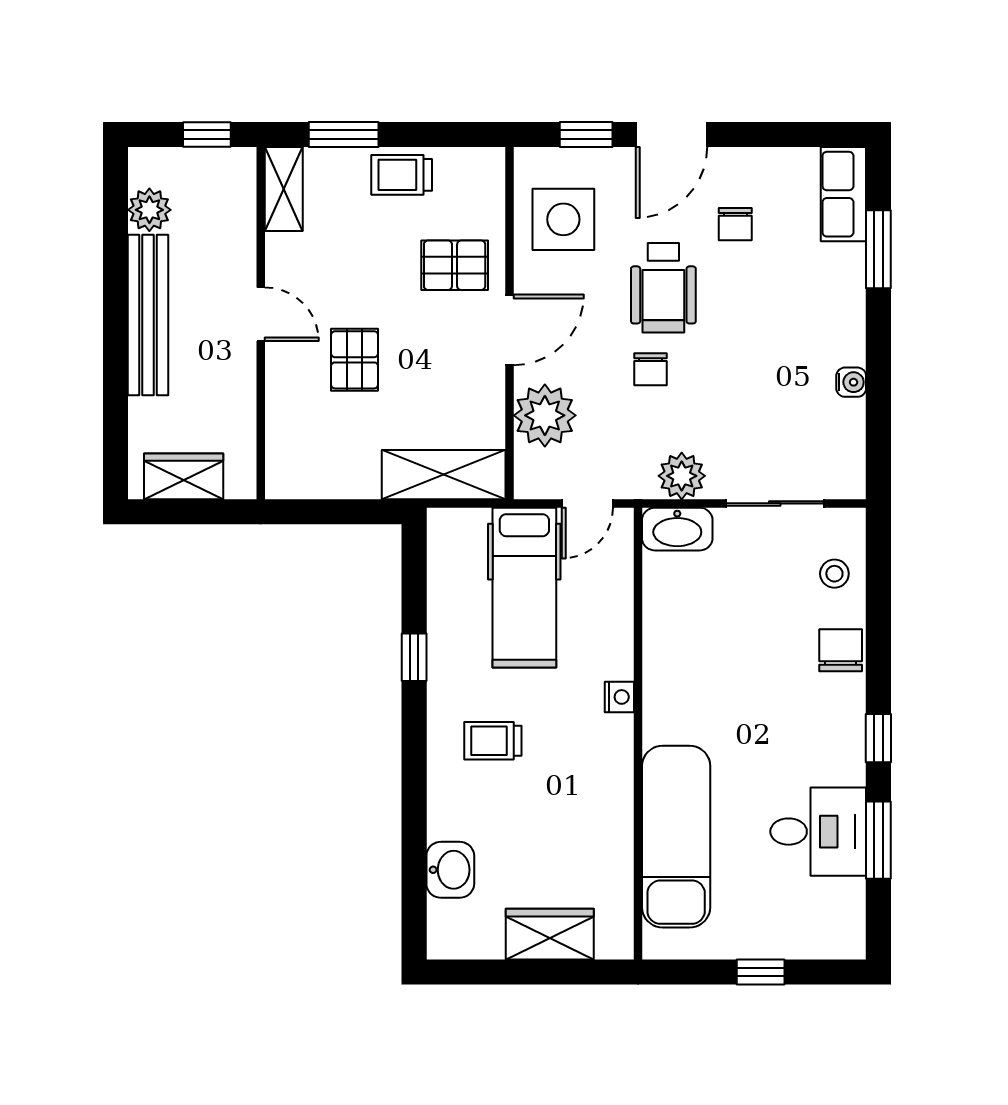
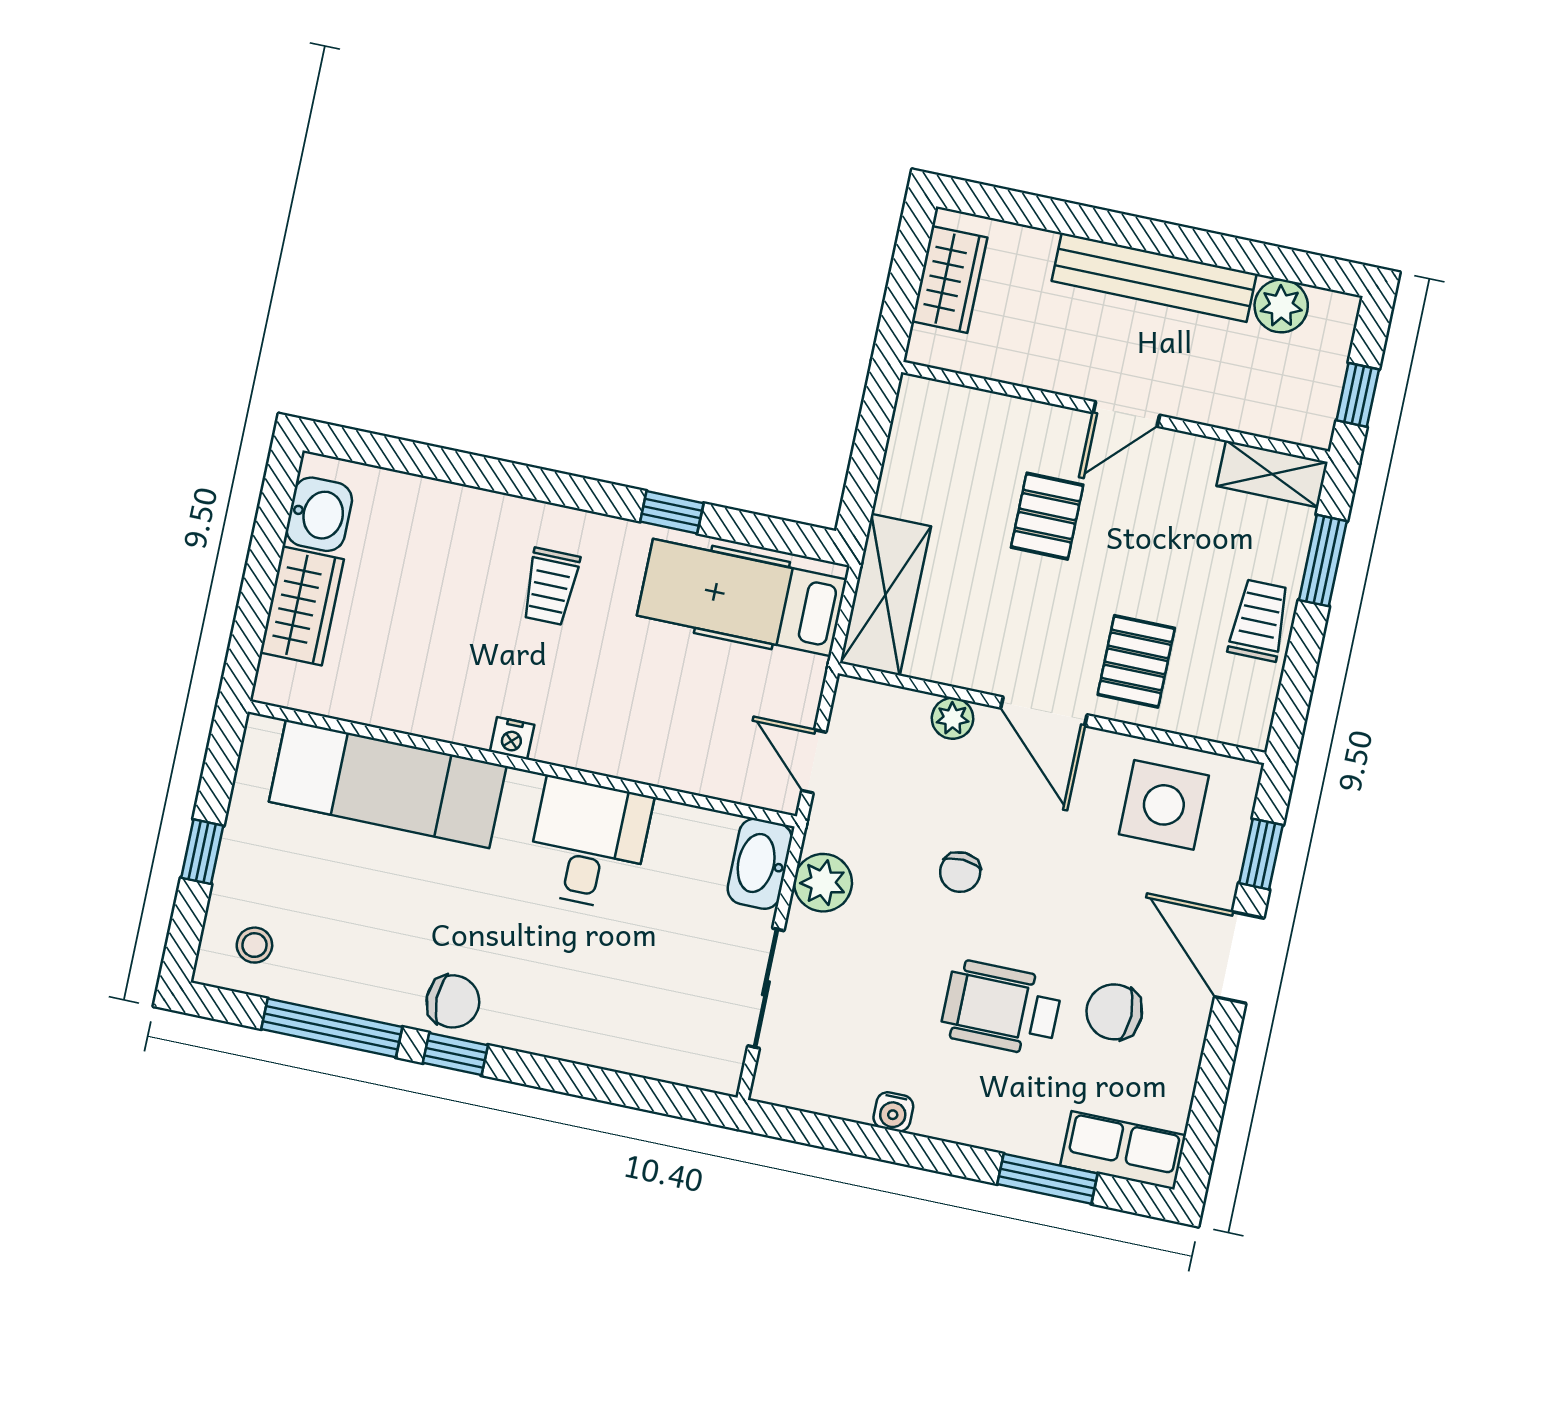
chair: (735, 224) -> (1114, 1012), width x1.37, depth x1.37
wheelchair: (663, 288) -> (1001, 1008), moved
pallet: (355, 360) -> (1047, 516), turned 90
chair: (650, 369) -> (960, 872), turned -87
plant: (545, 415) -> (953, 718), width x0.53, depth x0.53
stool: (834, 574) -> (254, 945), moved
hospital bed: (524, 588) -> (742, 598), moved
chair: (841, 650) -> (453, 1001), moved
nightstand: (619, 697) -> (512, 738), moved
trolley: (493, 741) -> (550, 587), turned 180
desk: (818, 832) -> (589, 844), moved, turned 180
window: (878, 840) -> (332, 1028), width x1.44
washbasin: (450, 870) -> (319, 514), moved, turned -90

